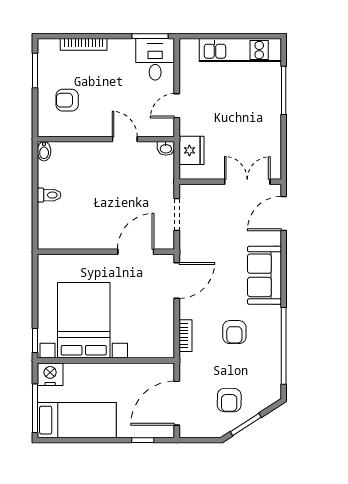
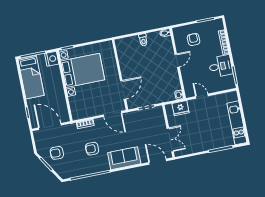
desk: (155, 59) -> (221, 66), moved
door: (125, 139) -> (177, 61), moved
door: (136, 252) -> (123, 90), hinge flipped

